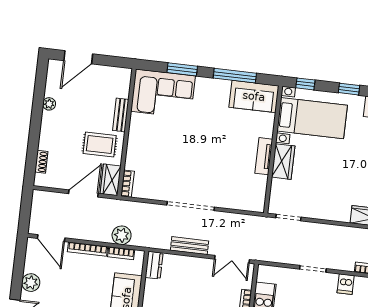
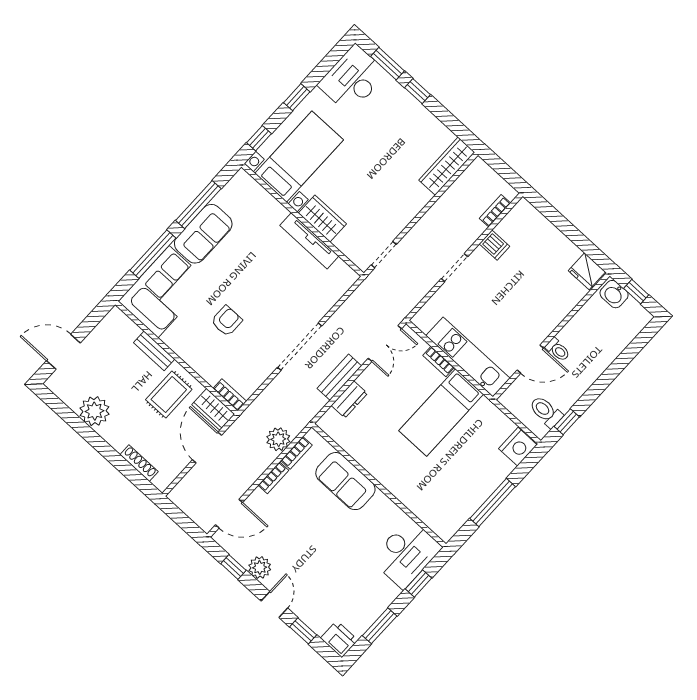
door: (78, 57) -> (63, 352), swing flipped
window: (182, 69) -> (153, 254), width x1.44
sofa: (254, 96) -> (203, 234), moved
plant: (49, 104) -> (94, 411), width x1.88, depth x1.88
armchair: (173, 147) -> (227, 321), added
tv unit: (264, 156) -> (309, 241), width x1.41
shoe rack: (41, 162) -> (139, 463), width x1.43
bookcase: (88, 249) -> (273, 478), width x0.64
dresser: (154, 265) -> (349, 399), moved, turned 90
window: (19, 266) -> (233, 567), added

